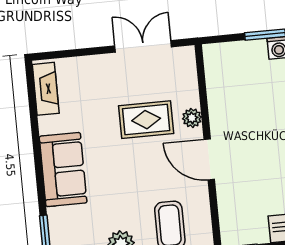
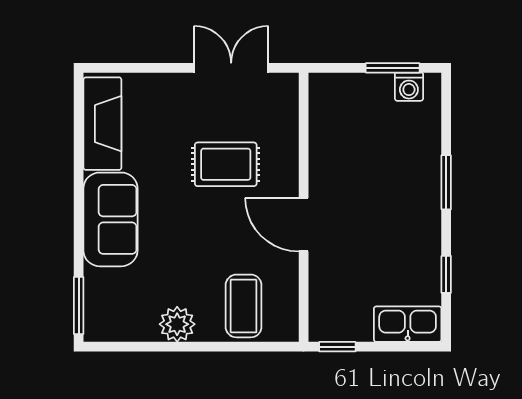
fireplace: (46, 89) -> (102, 124), width x1.37, depth x1.32
plant: (192, 118) -> (286, 168), removed

